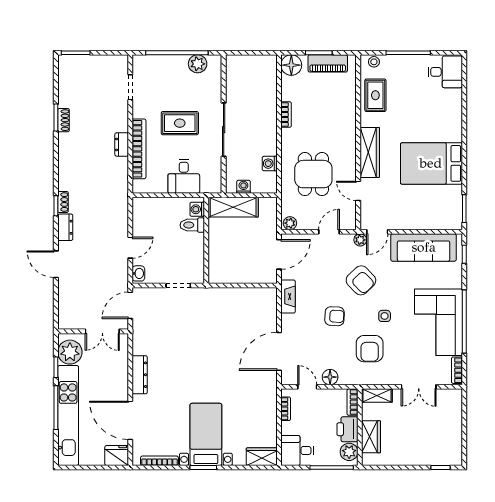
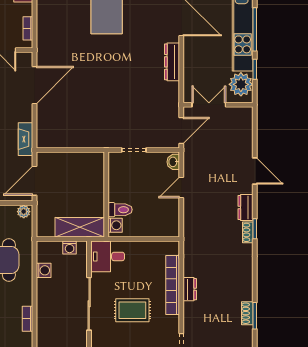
desk: (184, 176) -> (108, 256), moved, turned -90

